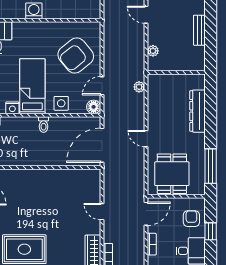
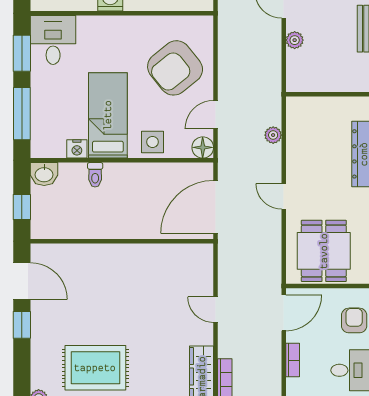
plant: (153, 51) -> (295, 40), moved
plant: (139, 87) -> (273, 135), moved
toilet: (44, 124) -> (95, 175), moved

